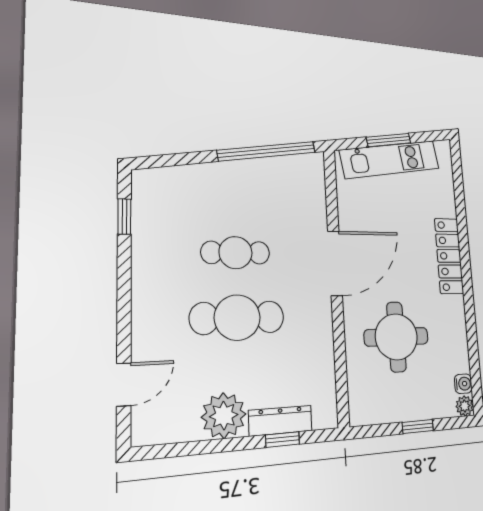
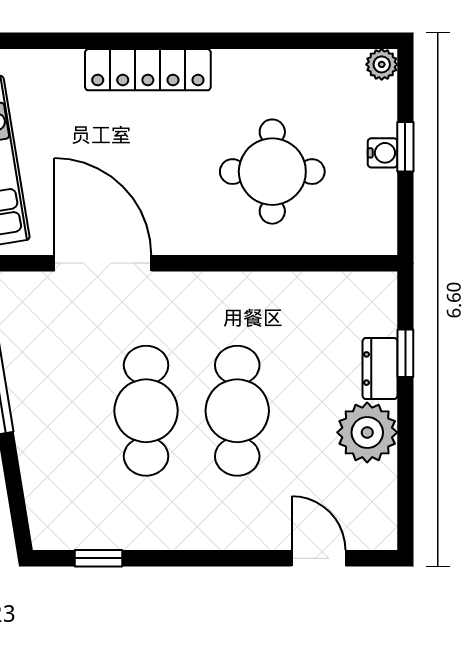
cafe table: (236, 253) -> (146, 411), width x1.37, depth x1.35
door: (335, 263) -> (103, 263), moved
water cooler: (463, 384) -> (383, 153), moved, turned 90
dresser: (280, 421) -> (380, 369), width x0.70

